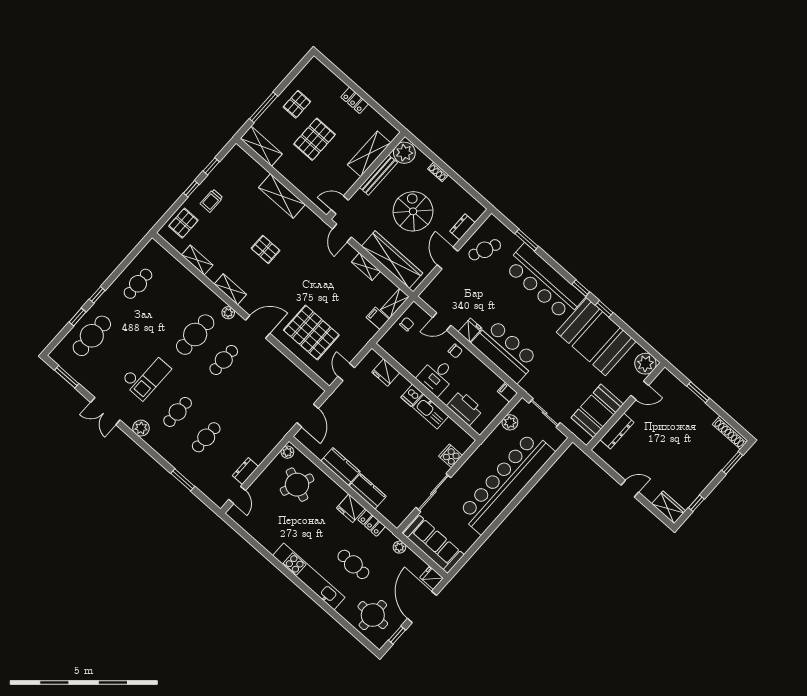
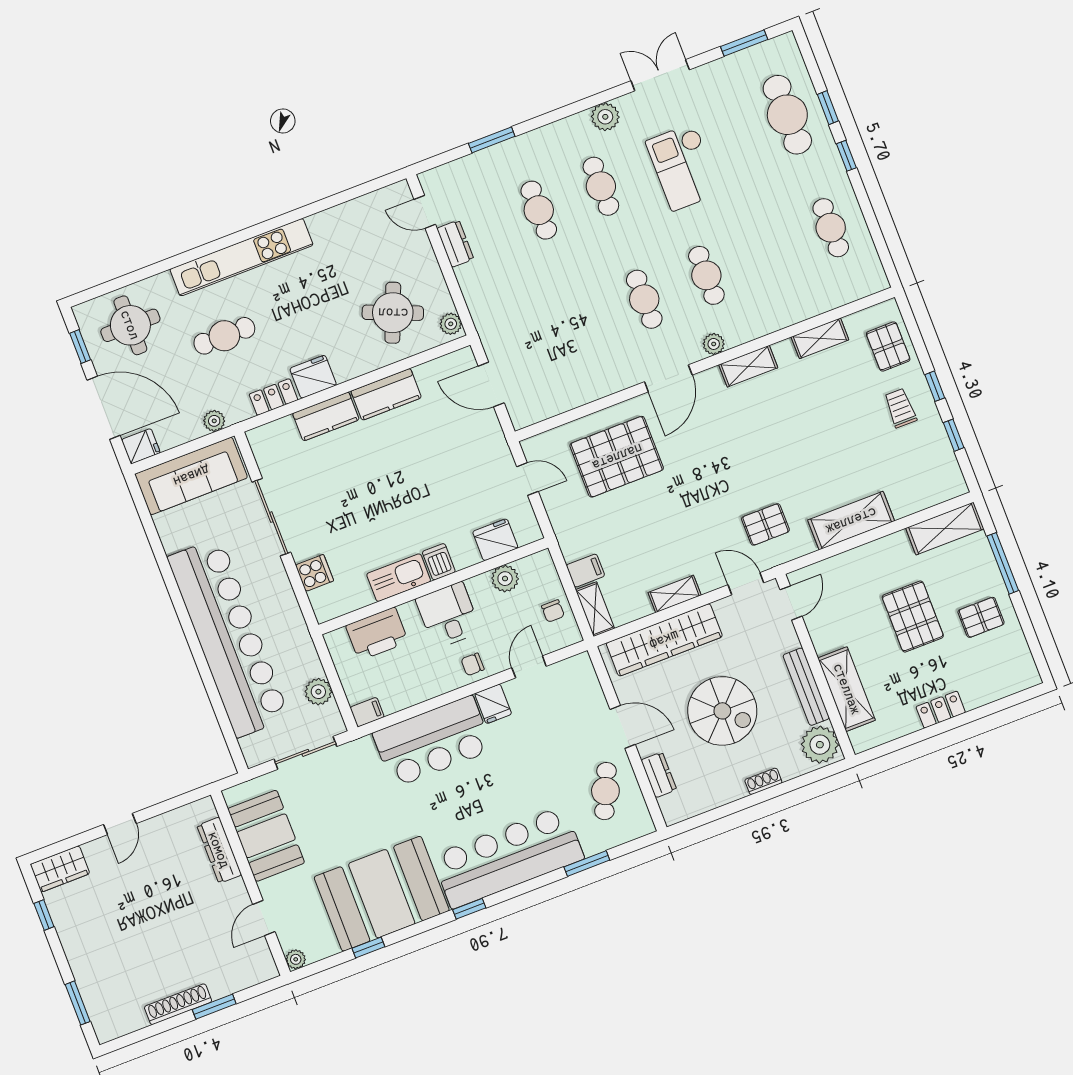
pallet: (297, 104) -> (981, 617), turned 90
pallet: (265, 249) -> (765, 524), moved
window: (604, 309) -> (368, 947), moved
cafe table: (195, 335) -> (706, 275), width x0.73, depth x0.74
plant: (403, 357) -> (505, 579), added
plant: (645, 364) -> (296, 959), width x0.53, depth x0.53
shoe rack: (730, 432) -> (178, 1004), moved

